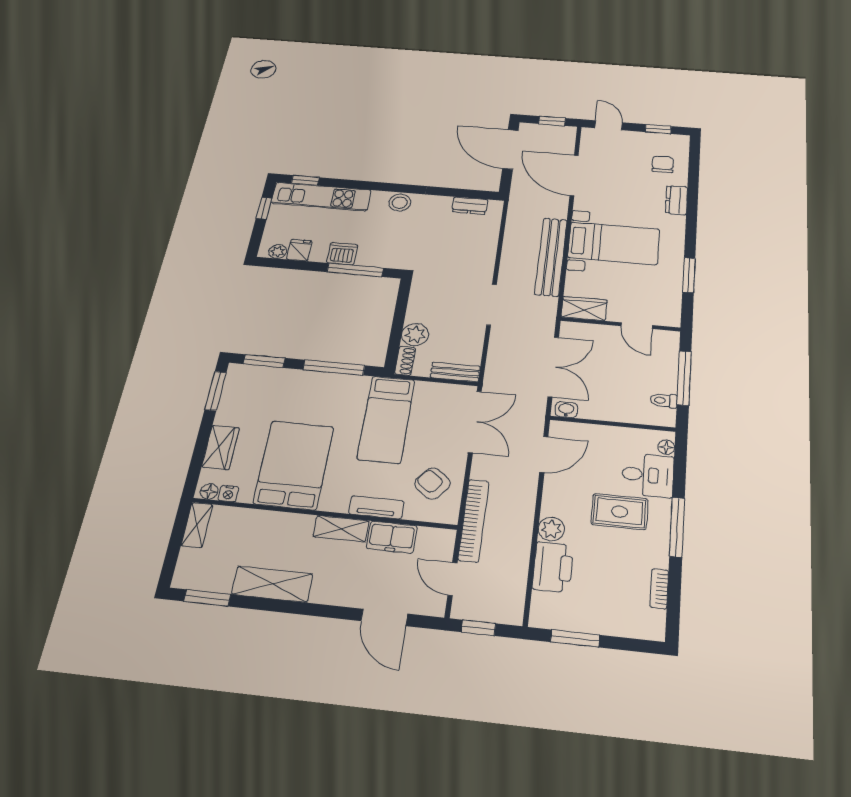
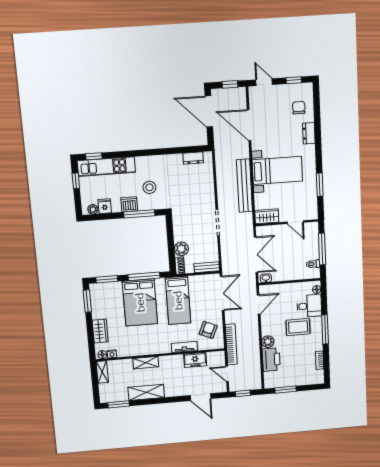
stool: (400, 203) -> (149, 187), moved
bed: (294, 465) -> (140, 302), moved, turned 180
armchair: (432, 483) -> (208, 330), turned 74
shelving: (341, 529) -> (146, 363), moved

